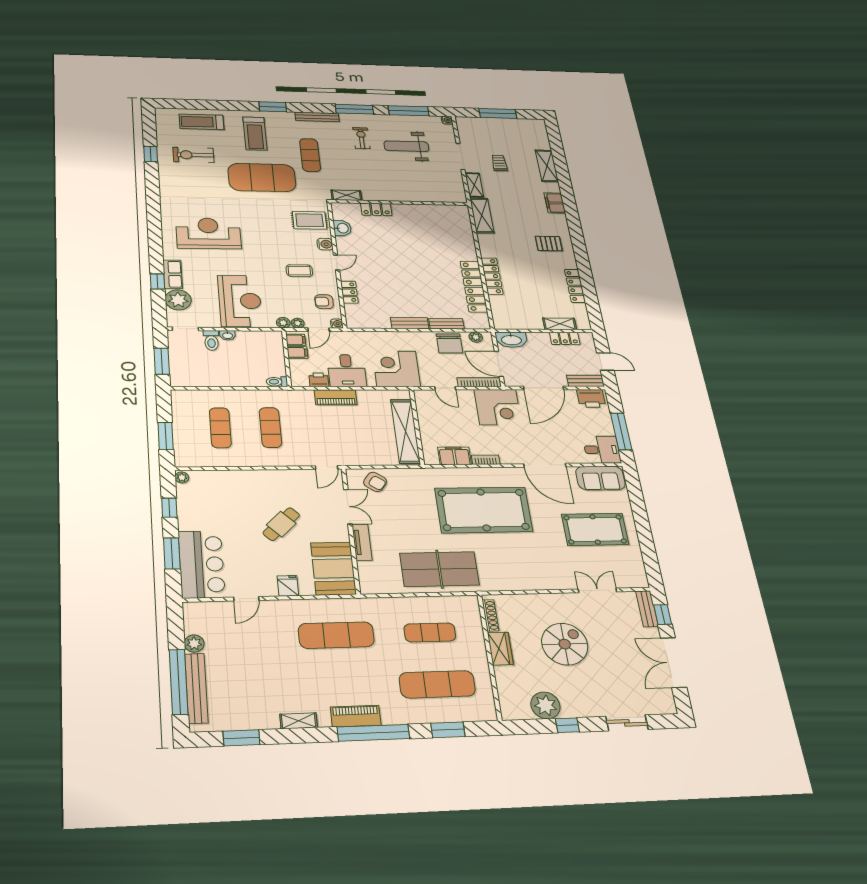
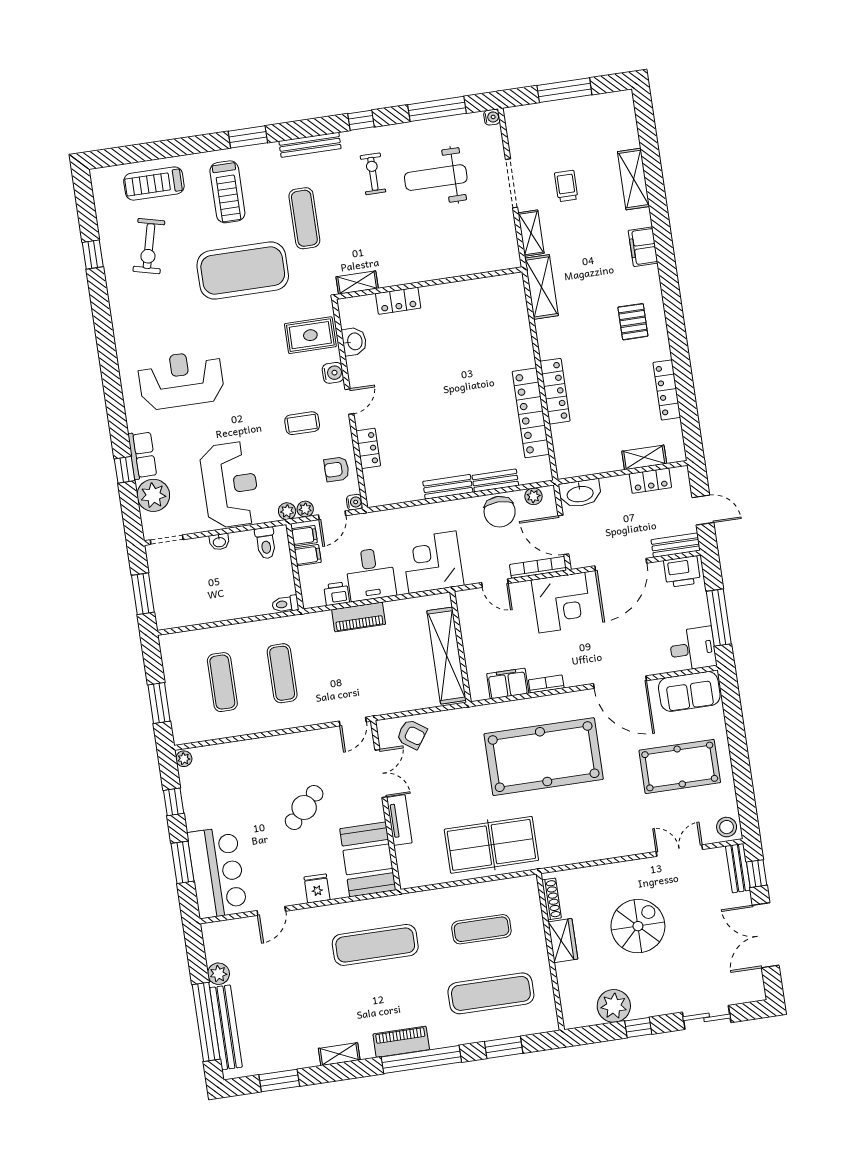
window: (354, 109) -> (361, 120), width x0.46
exercise bike: (193, 155) -> (149, 246), turned -76
pallet: (549, 244) -> (633, 322), turned 90
toilet: (211, 340) -> (266, 543), moved
stool: (636, 577) -> (727, 827), added

